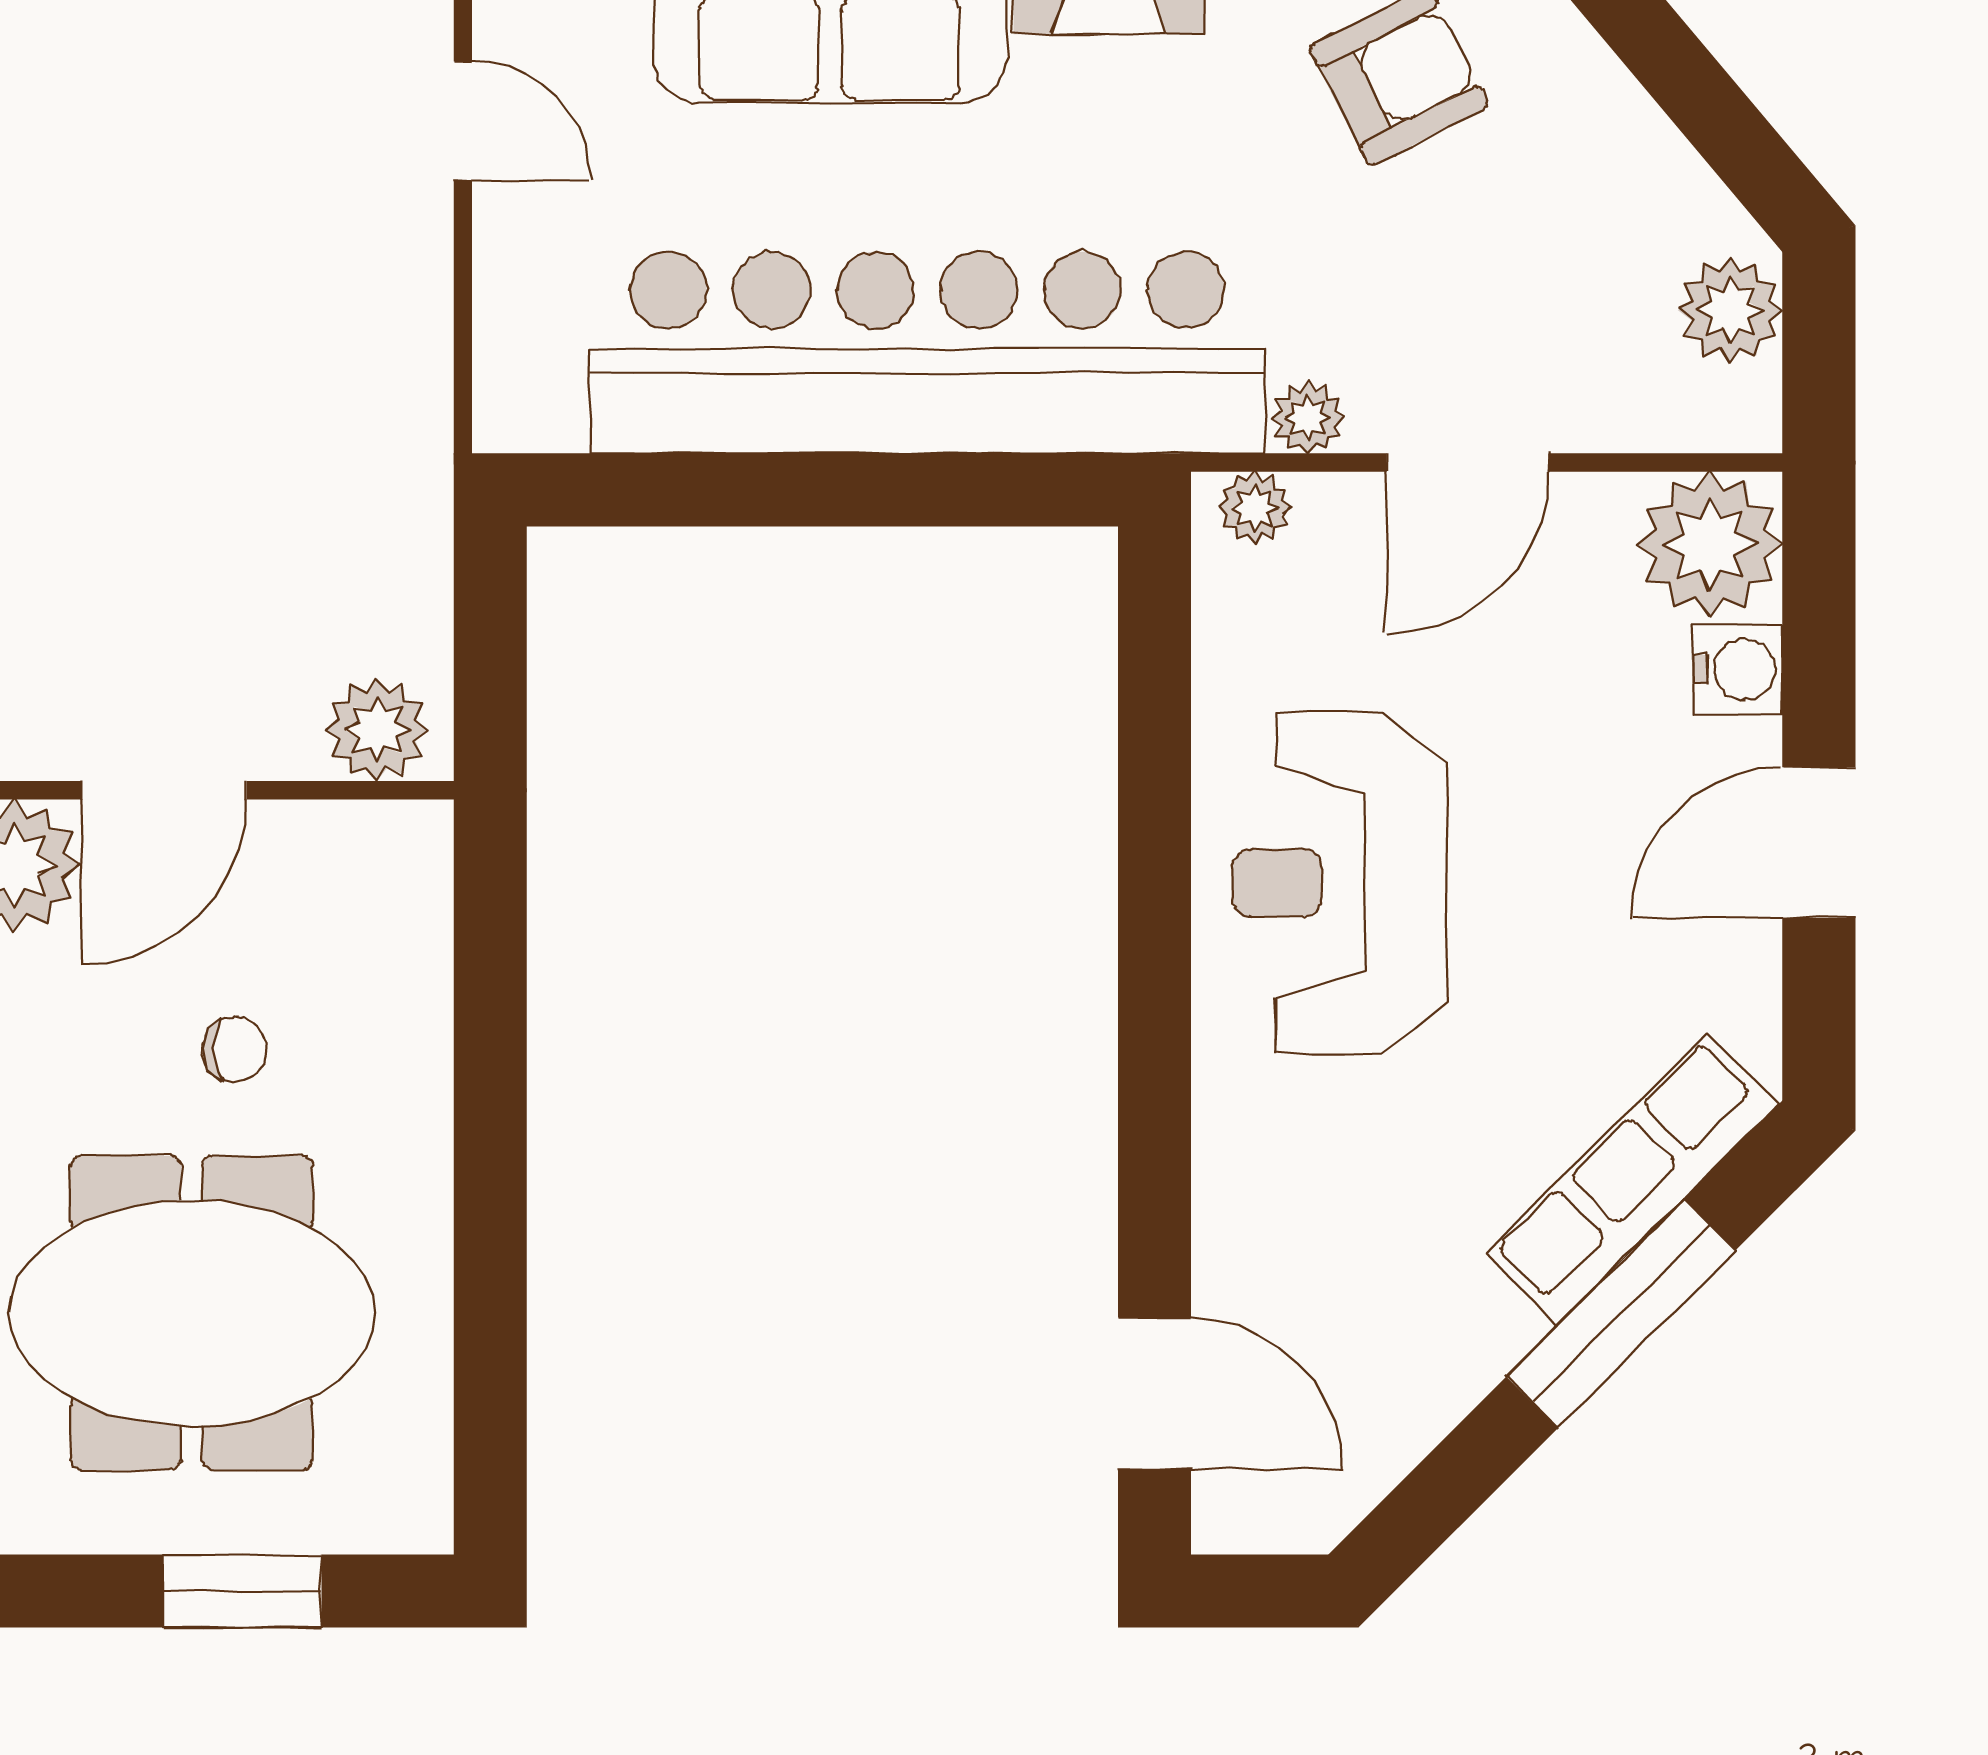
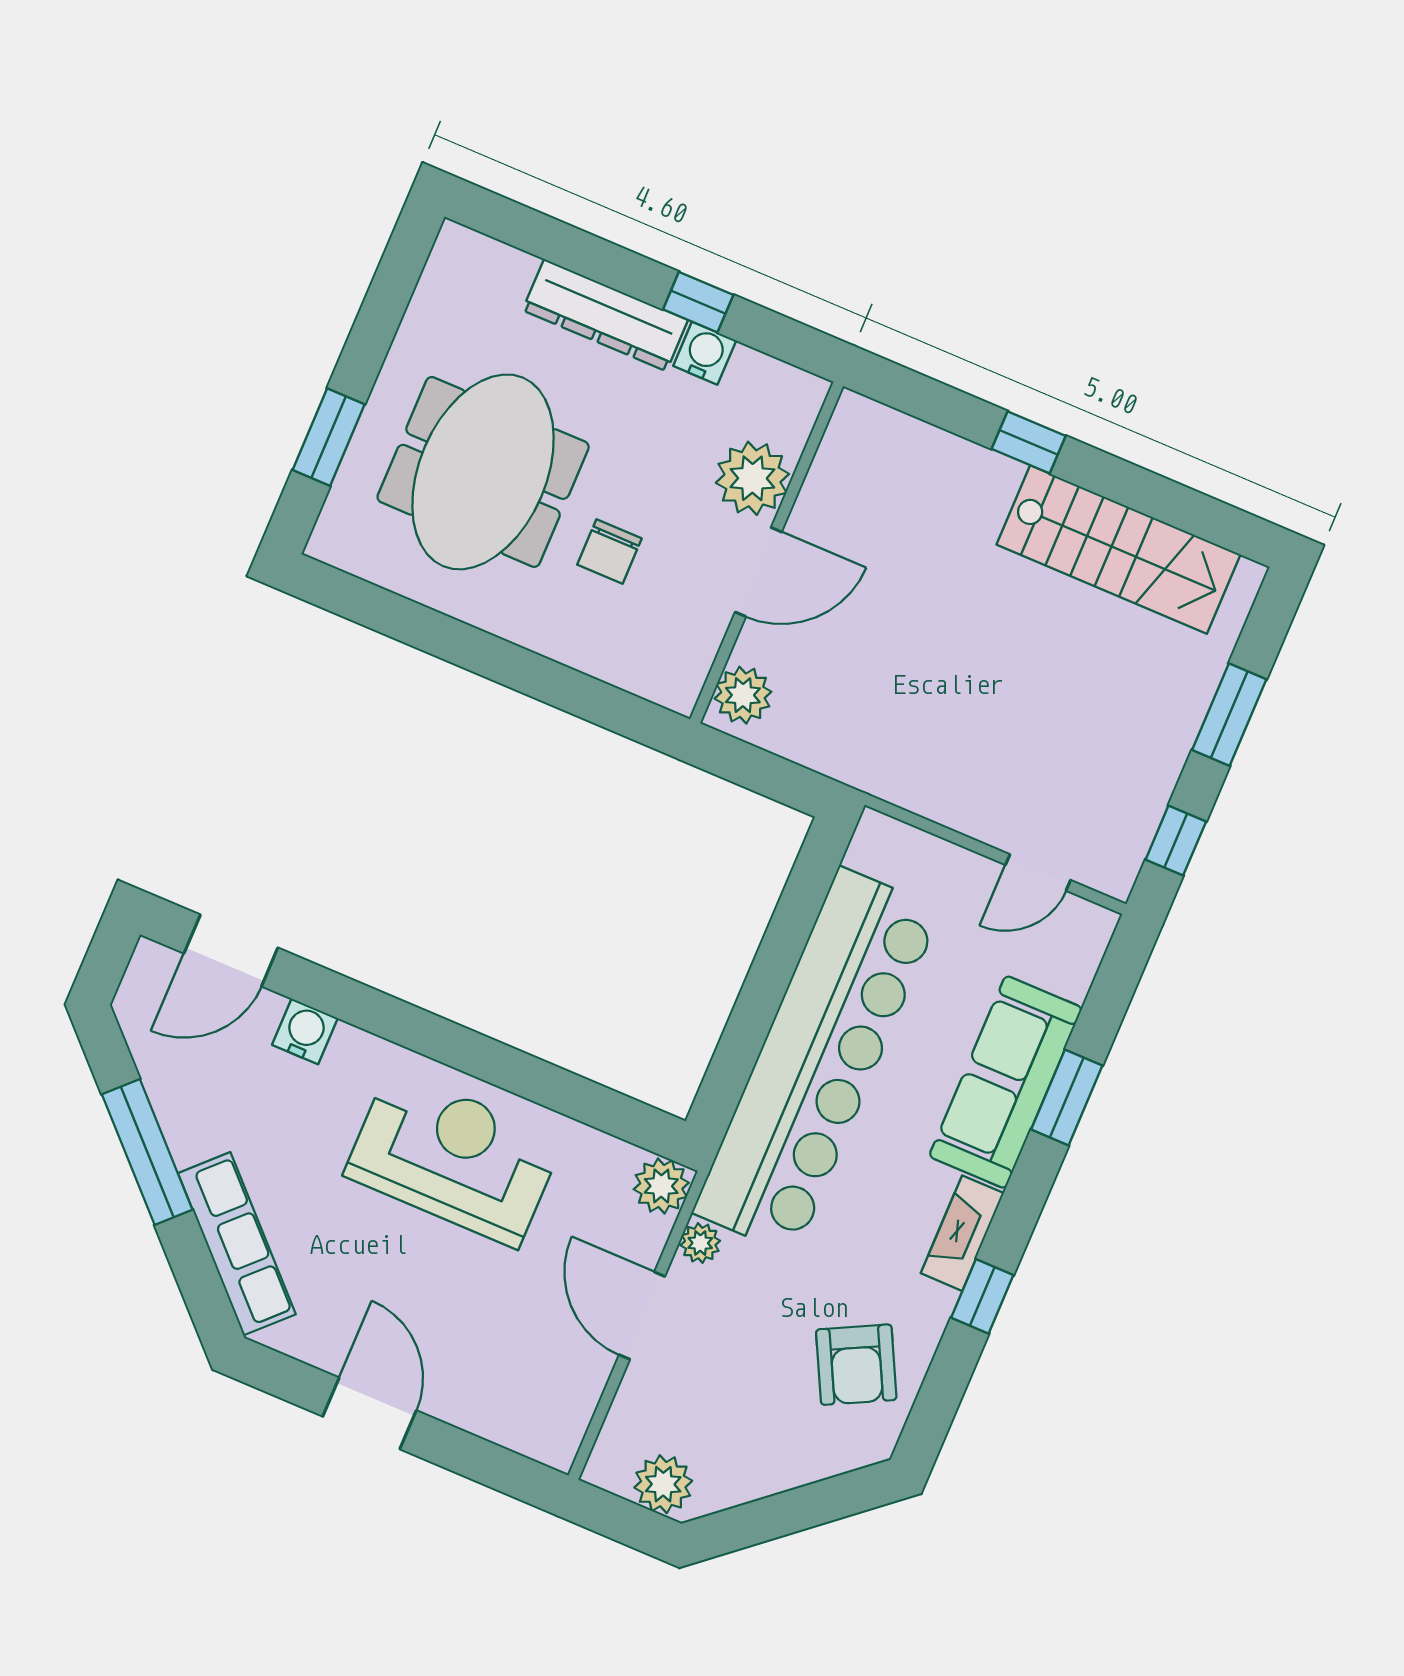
plant: (1255, 508) -> (661, 1186), width x1.38, depth x1.38
plant: (1710, 544) -> (547, 1422), removed
water cooler: (1738, 669) -> (305, 1031), moved, turned 180
door: (164, 790) -> (758, 572), swing flipped
chair: (234, 1049) -> (609, 552), width x1.37, depth x1.37
window: (1621, 1314) -> (147, 1152), moved

